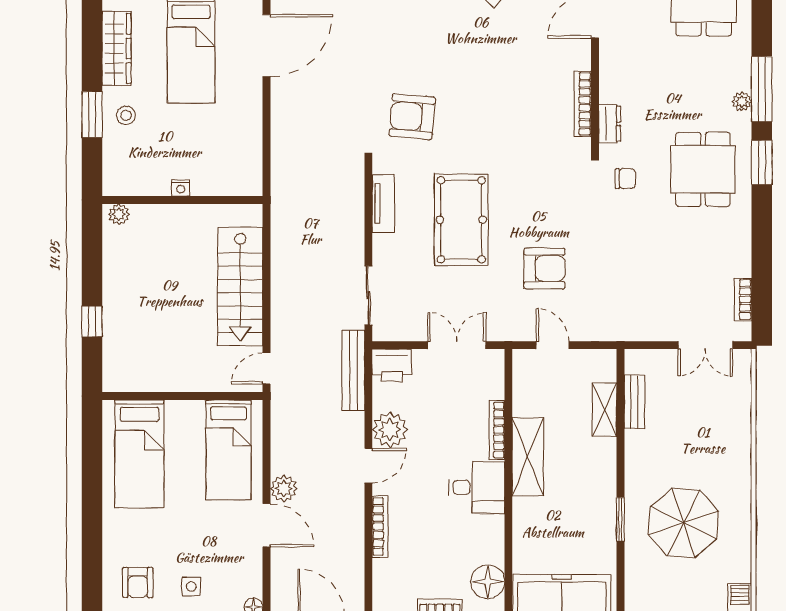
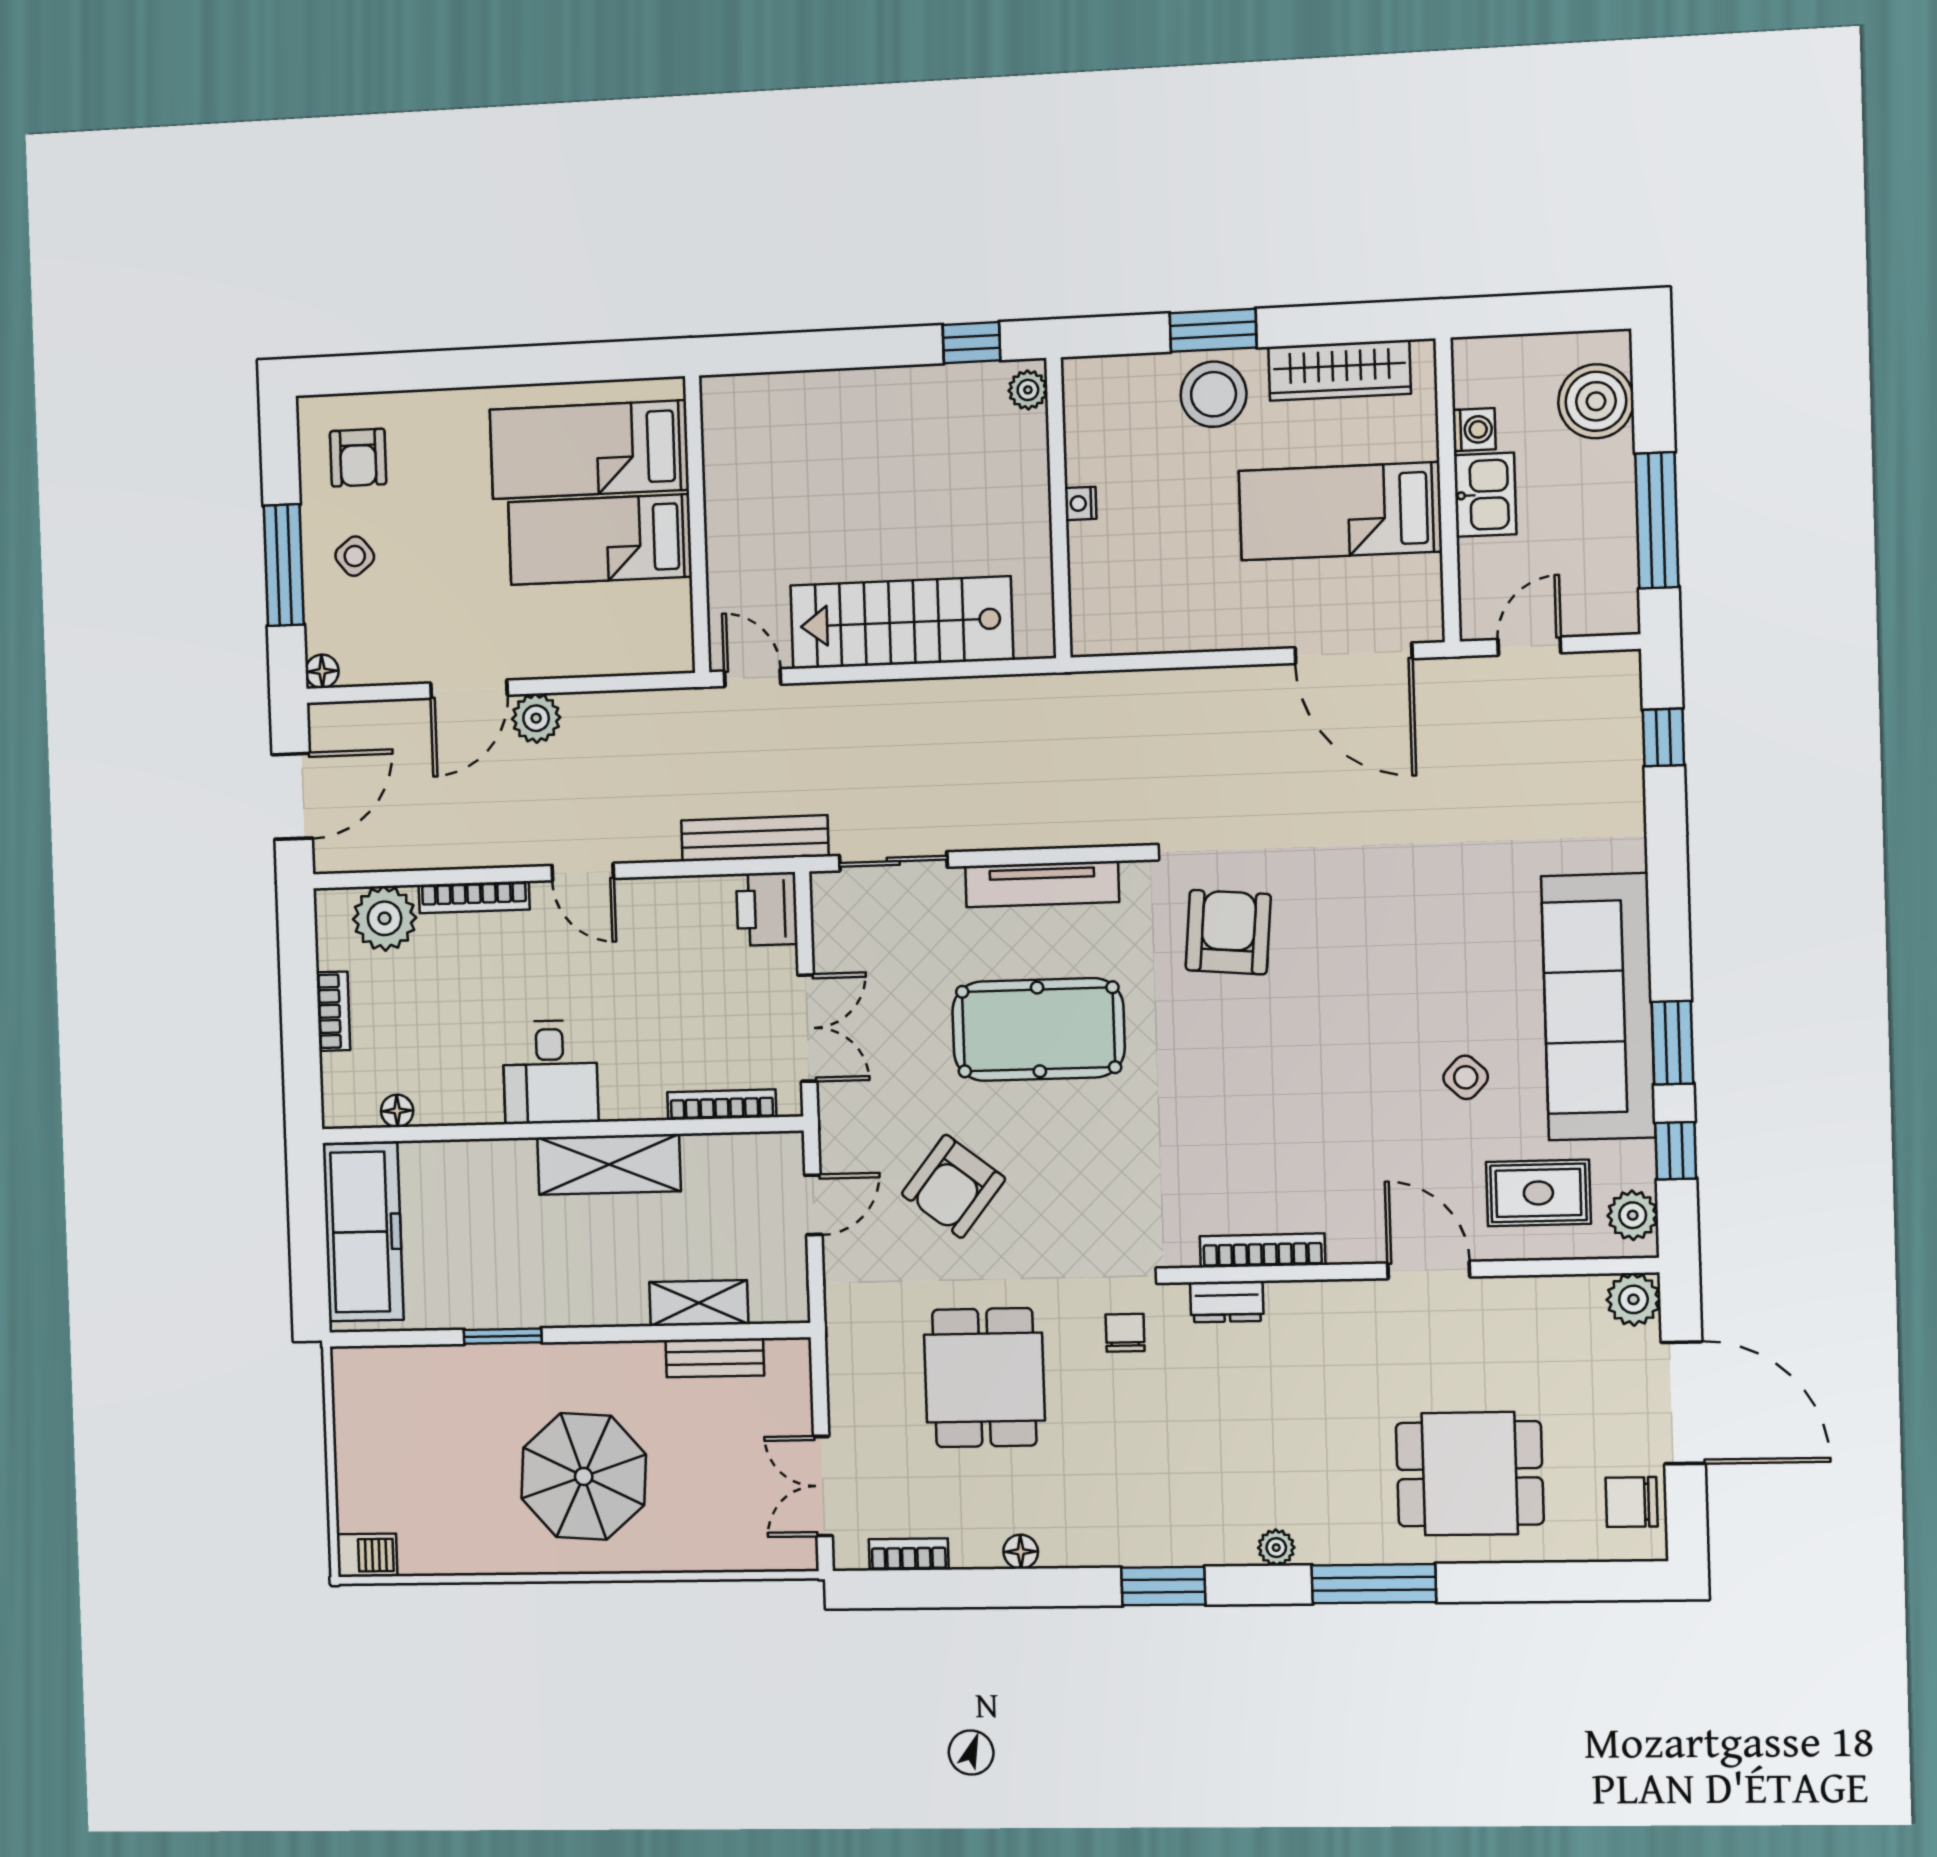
window: (762, 89) -> (1374, 1584), moved
stool: (126, 115) -> (1214, 394), width x1.89, depth x1.89
dining table: (703, 169) -> (984, 1378), moved, turned 90
chair: (625, 179) -> (1125, 1333), turned 180
tv unit: (383, 203) -> (1042, 884), width x1.41
floor lamp: (742, 239) -> (1021, 1552), added
armchair: (544, 268) -> (954, 1186), turned 38
window: (92, 321) -> (971, 343), moved
plant: (390, 430) -> (385, 918), moved
bookcase: (497, 430) -> (722, 1105), moved
bed: (228, 450) -> (600, 539), moved
parasol: (683, 523) -> (584, 1476), moved
floor lamp: (488, 582) -> (397, 1111), width x0.53, depth x0.53
armchair: (138, 583) -> (358, 458), turned -90
side table: (191, 586) -> (355, 556), turned -38

